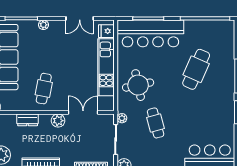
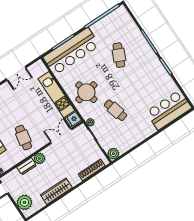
fridge: (106, 31) -> (73, 119), moved
cafe table: (196, 69) -> (119, 55), width x0.73, depth x0.74
plant: (58, 121) -> (39, 158), moved

